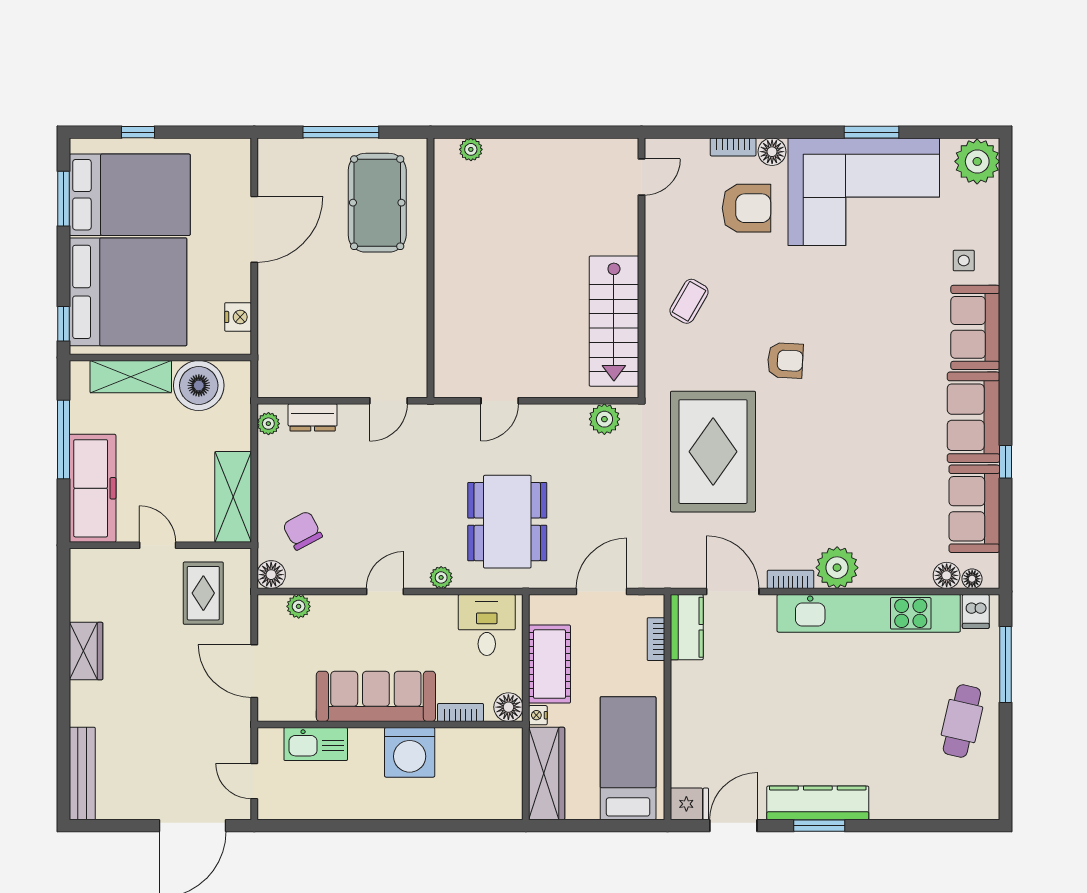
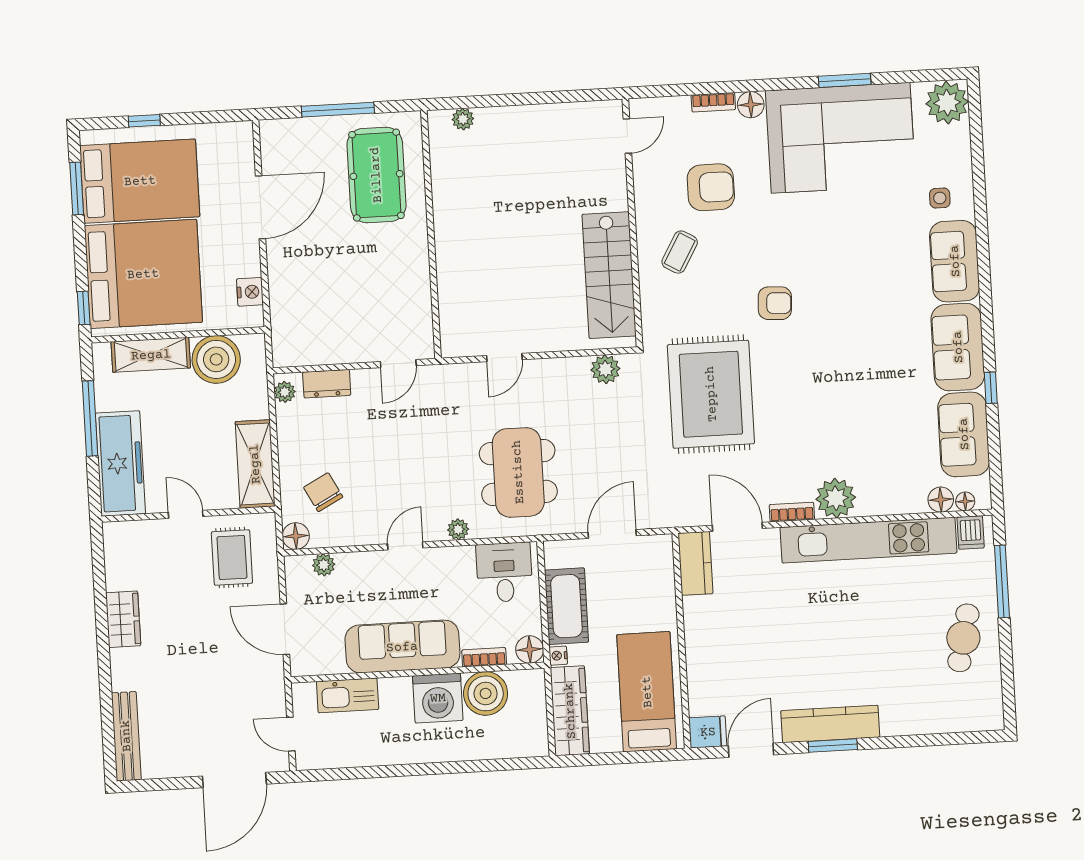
armchair: (746, 208) -> (711, 187), moved
bookcase: (656, 639) -> (667, 576), removed
boiler: (460, 750) -> (486, 693), added

